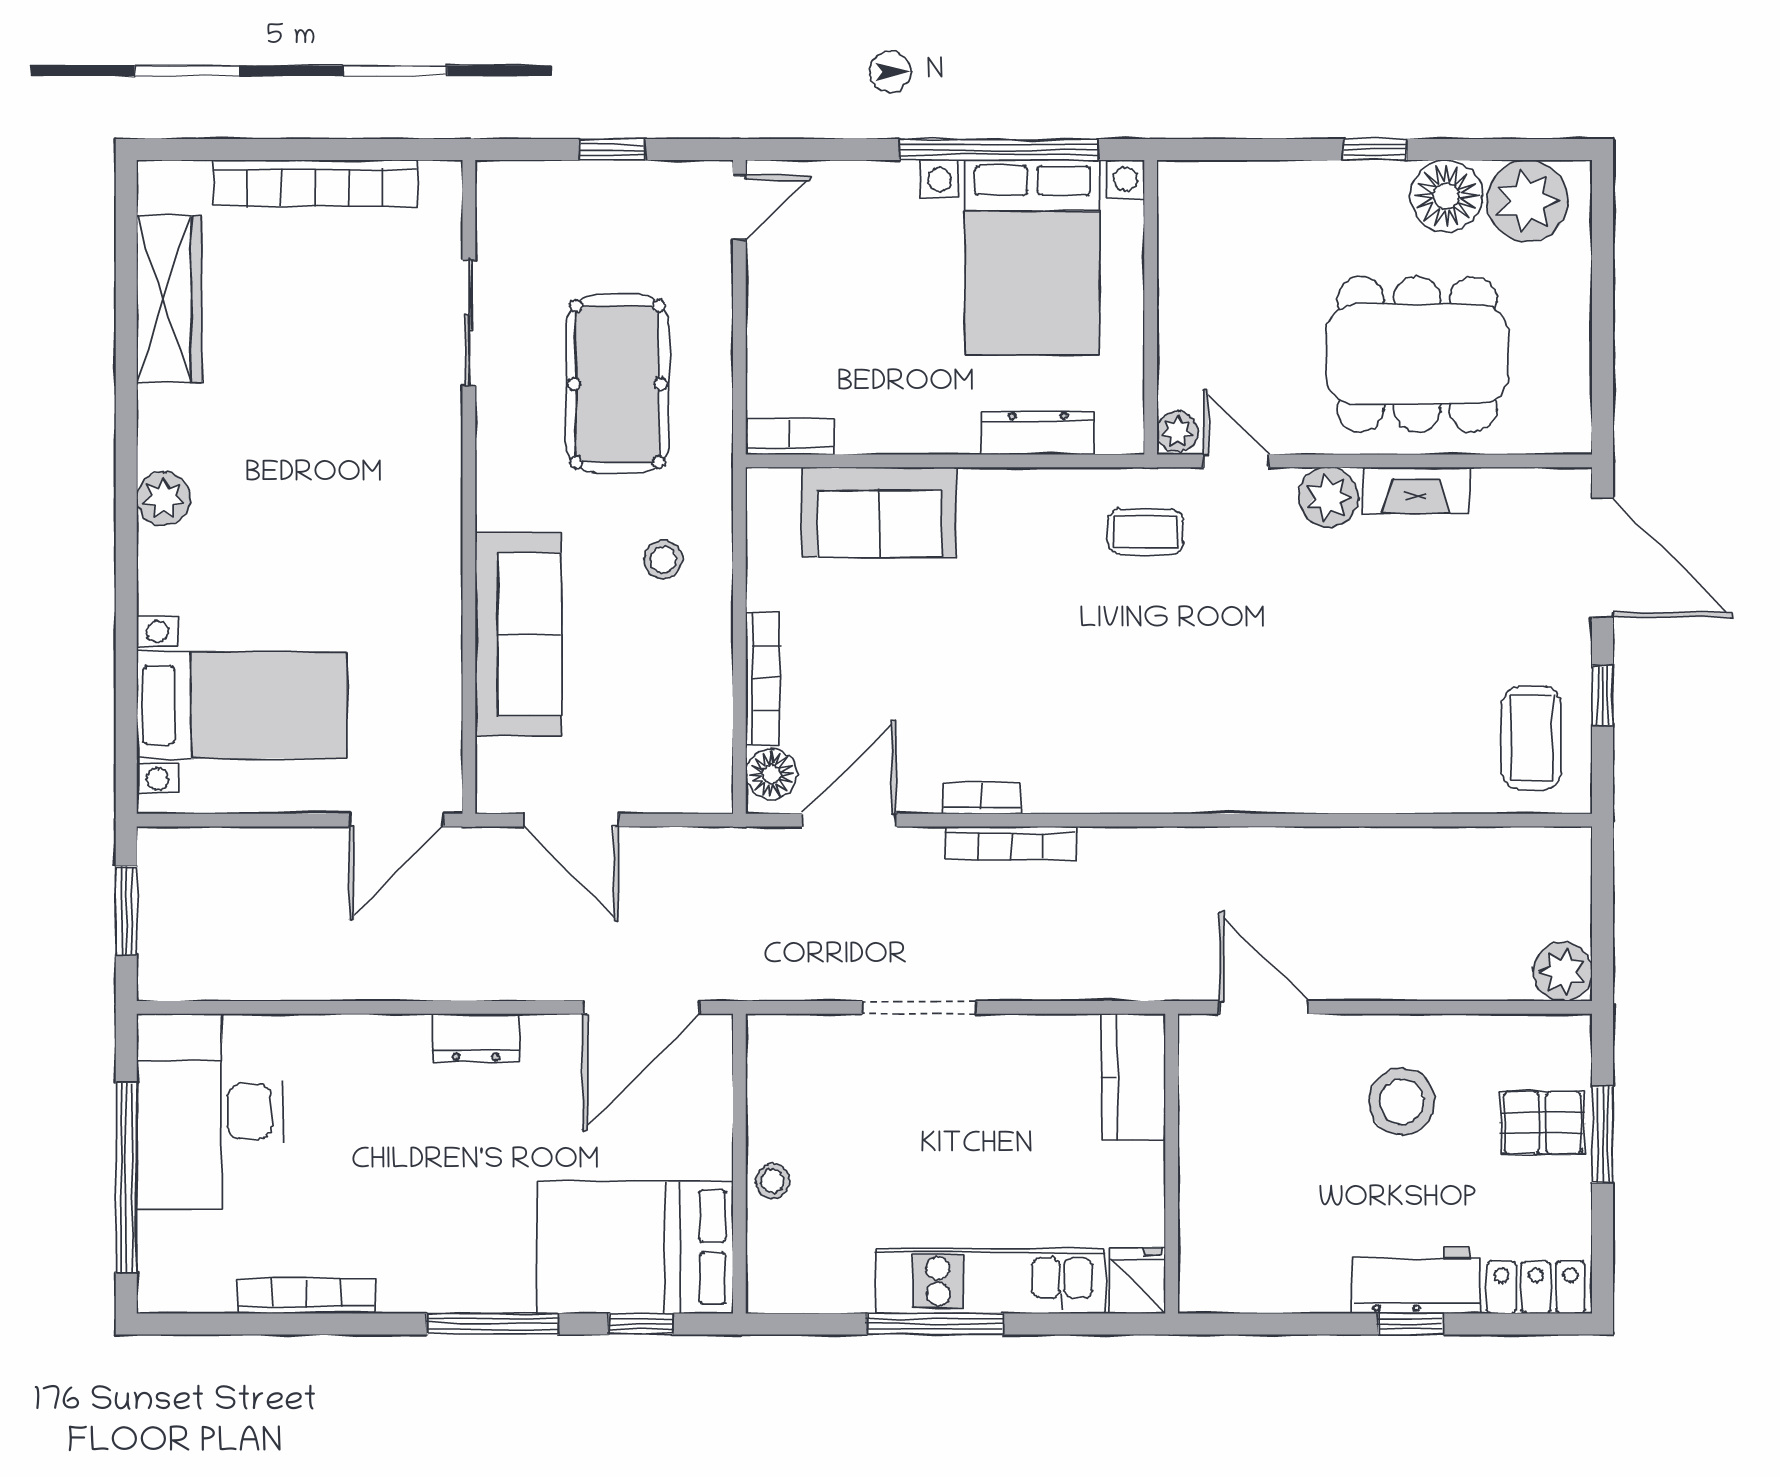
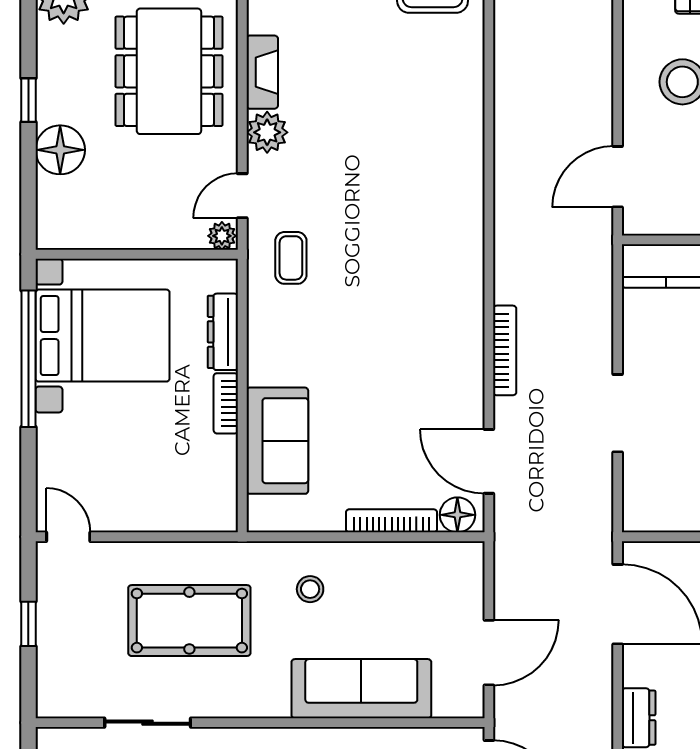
floor lamp: (1446, 196) -> (60, 150), moved
bookcase: (790, 437) -> (226, 403), moved
bookcase: (982, 798) -> (474, 370), removed

